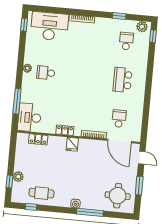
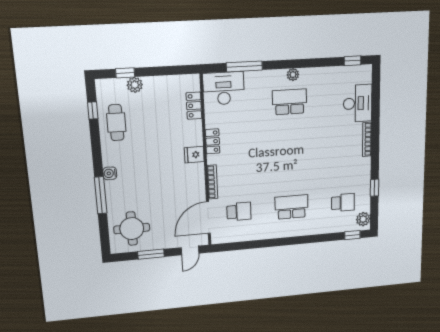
desk: (49, 26) -> (358, 103), width x0.73, depth x0.77
school desk: (46, 73) -> (290, 102), width x1.85

